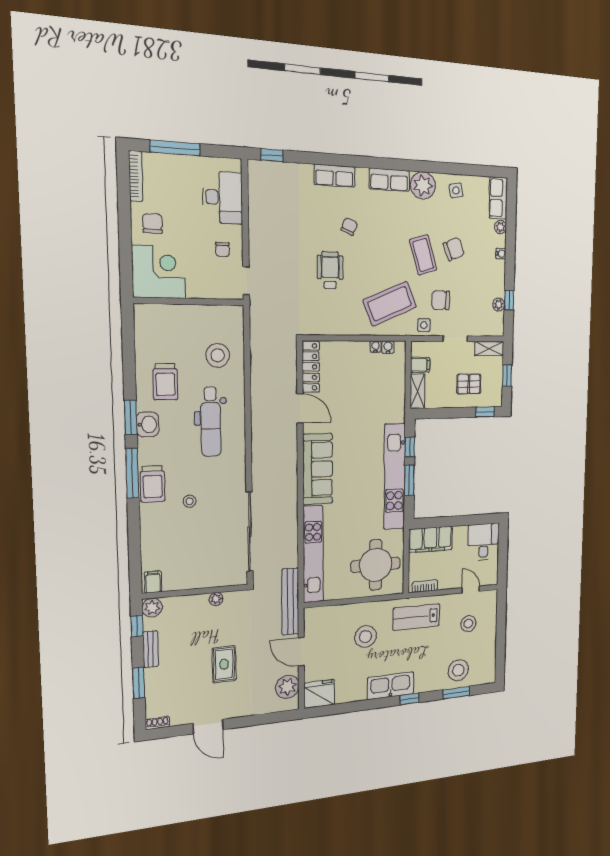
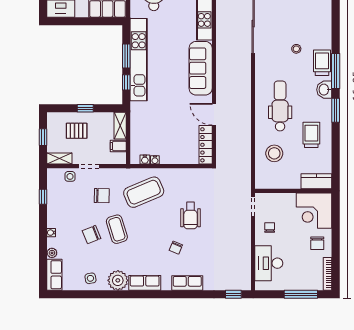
plant: (499, 305) -> (52, 193), removed
kitchen counter: (156, 315) -> (316, 181), added
side table: (424, 325) -> (70, 176), moved
window: (485, 412) -> (85, 108), moved
washbasin: (148, 424) -> (324, 90), moved

